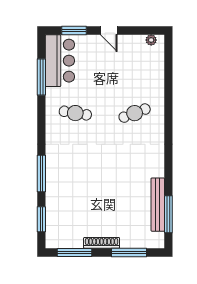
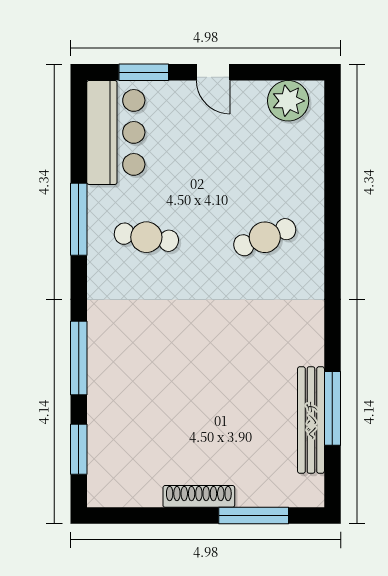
plant: (151, 40) -> (288, 101), width x1.87, depth x1.87
window: (41, 77) -> (79, 219), moved
window: (168, 214) -> (332, 408), moved
window: (74, 252) -> (145, 516), removed

